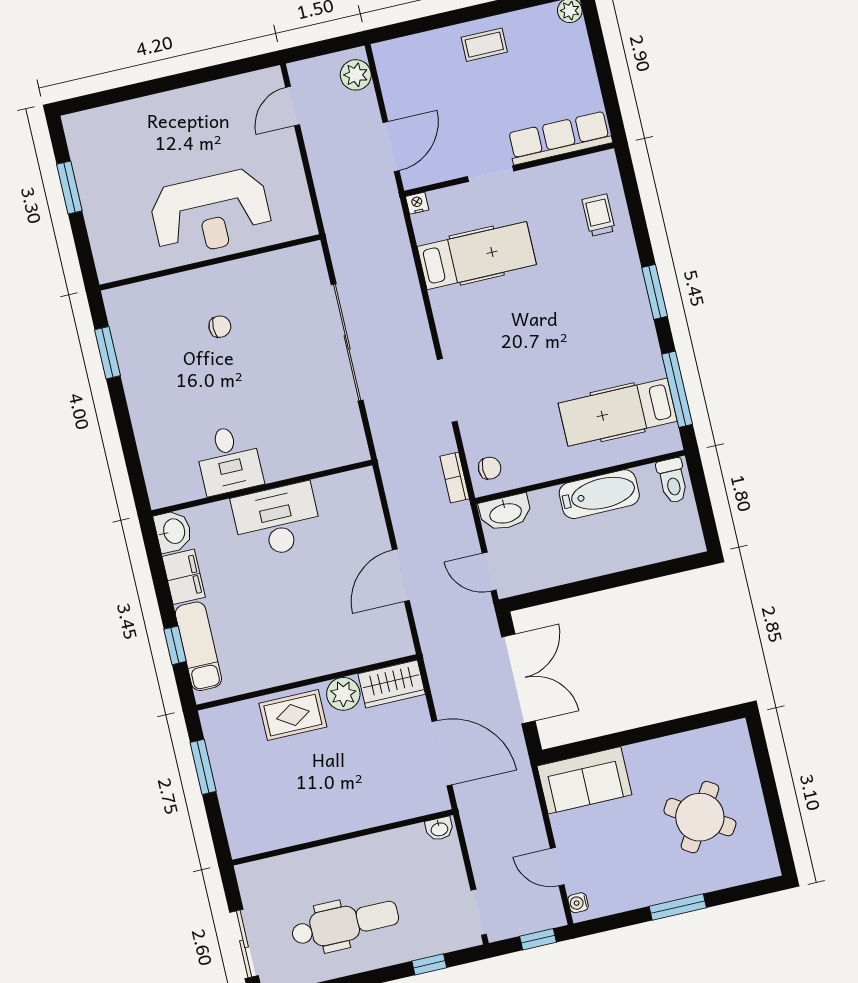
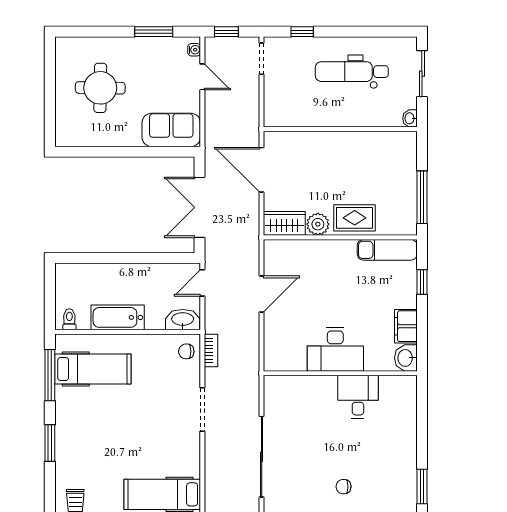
toilet: (672, 481) -> (69, 319), width x0.73, depth x0.72
door: (489, 572) -> (202, 283), swing flipped
exam couch: (198, 646) -> (387, 250), moved, turned -90
window: (203, 767) -> (422, 197), width x1.44
round table: (700, 817) -> (100, 88), turned -31
washbasin: (439, 829) -> (410, 118), moved, turned -90
window: (678, 907) -> (154, 32), moved

